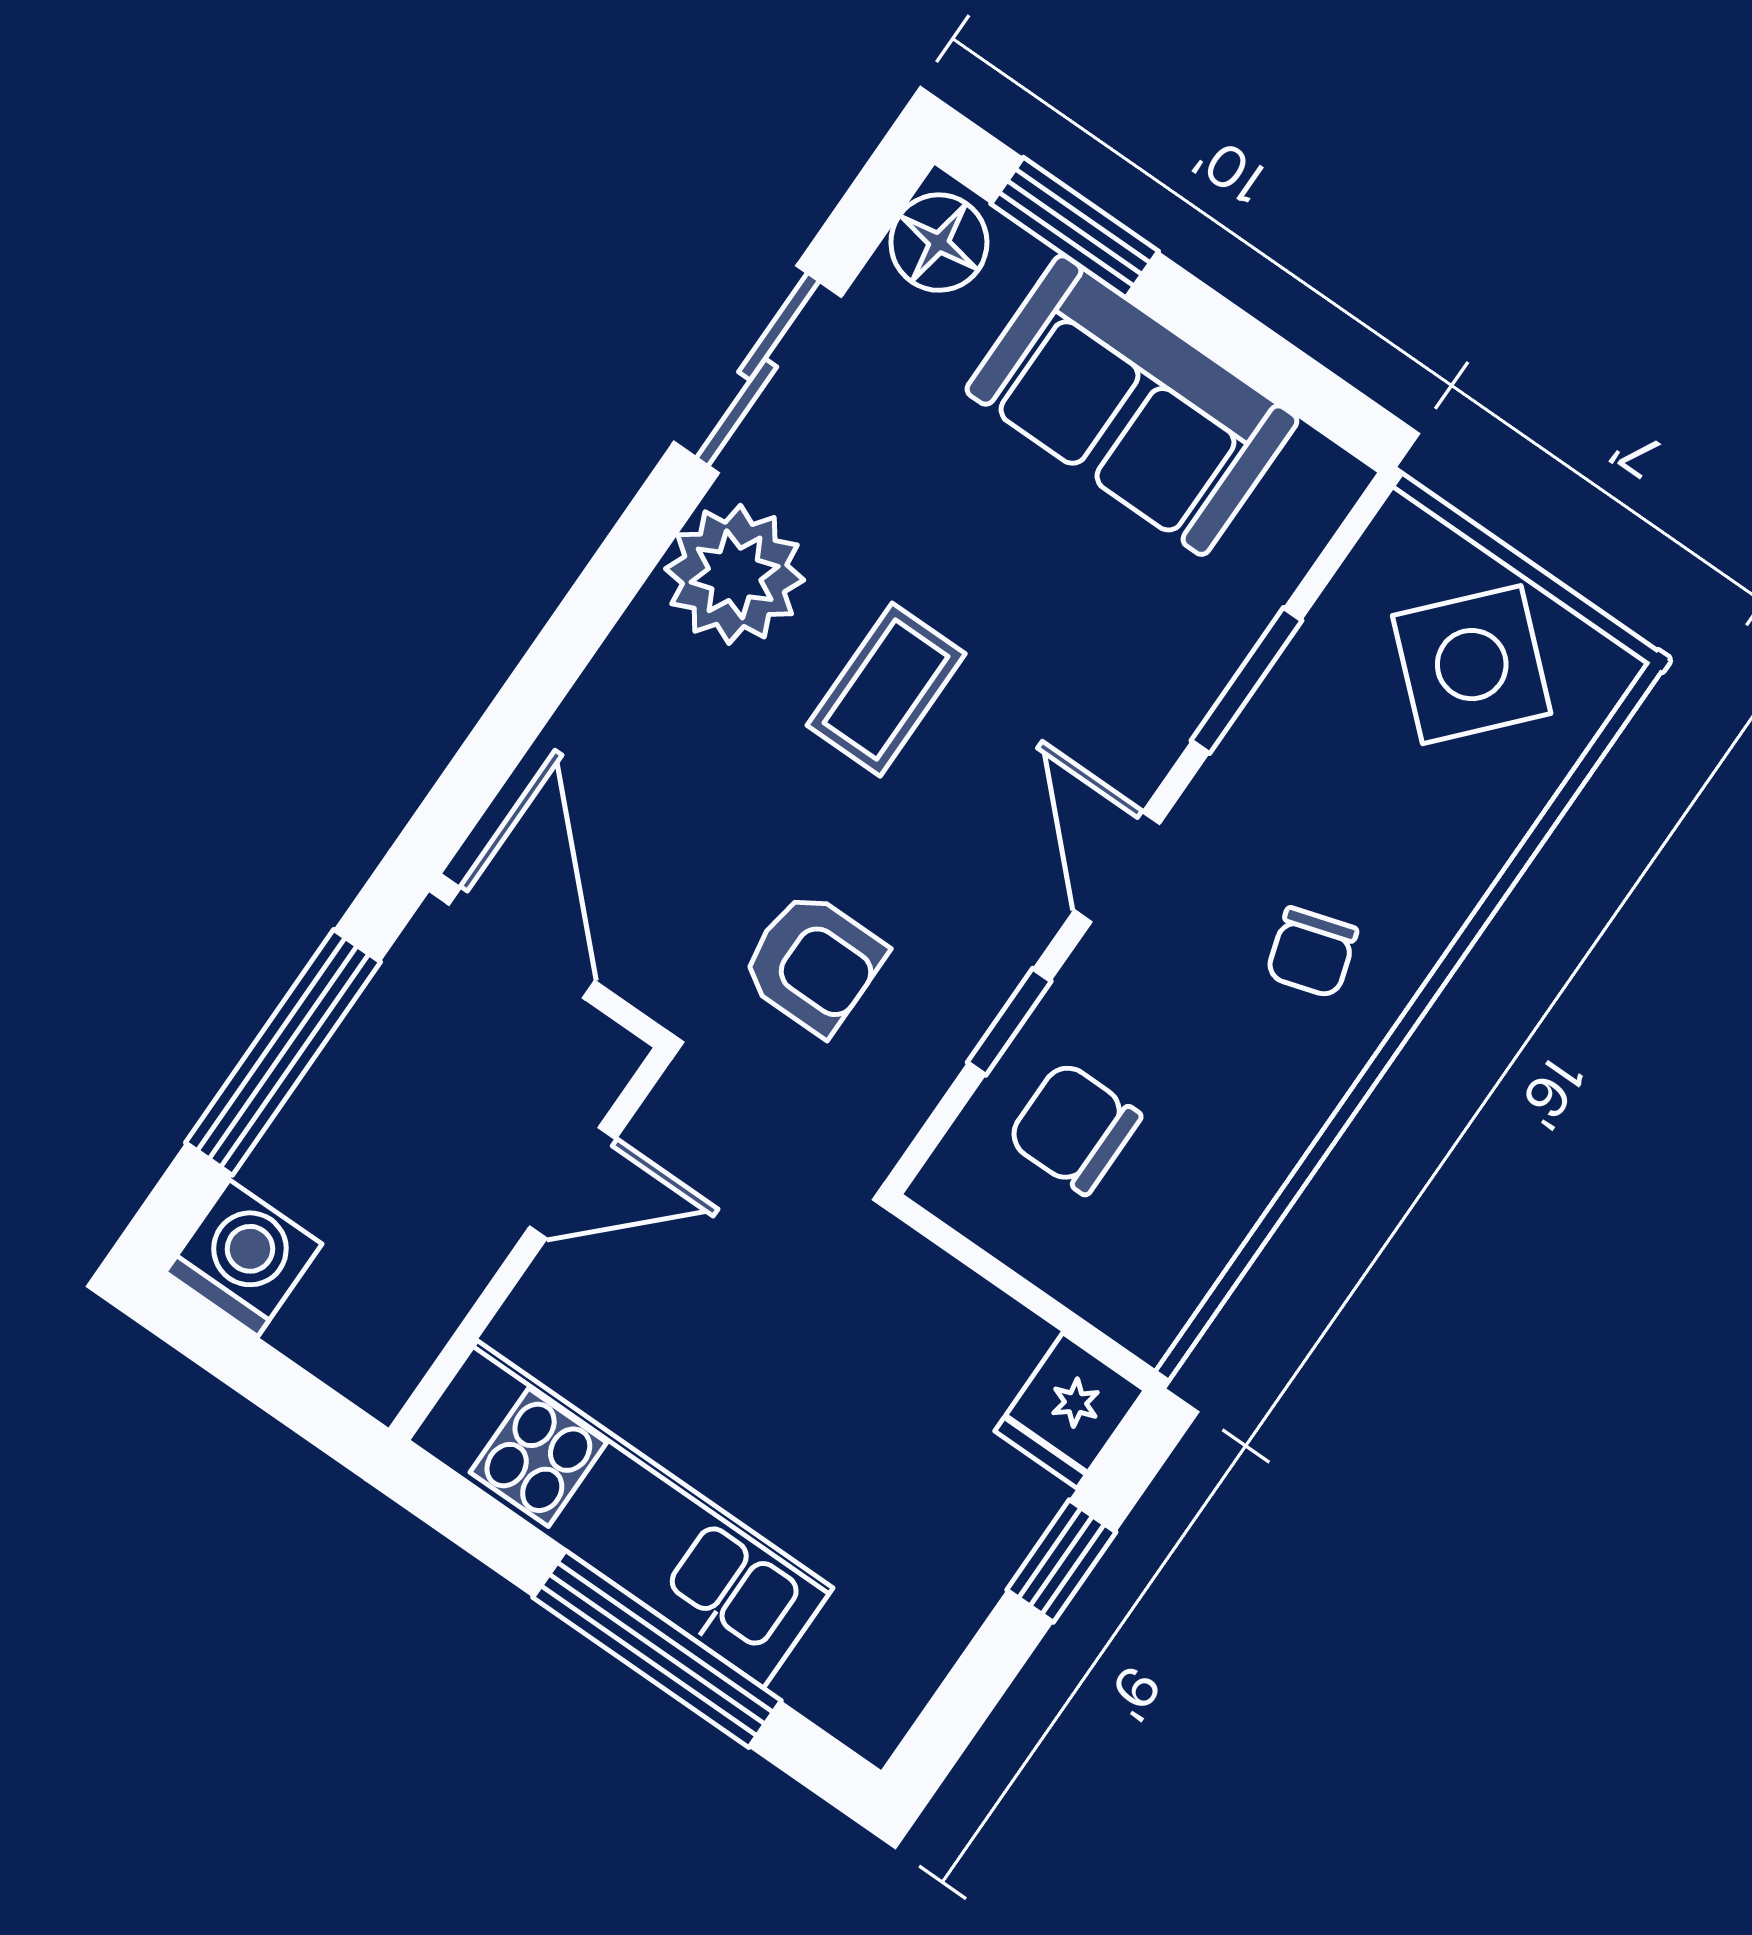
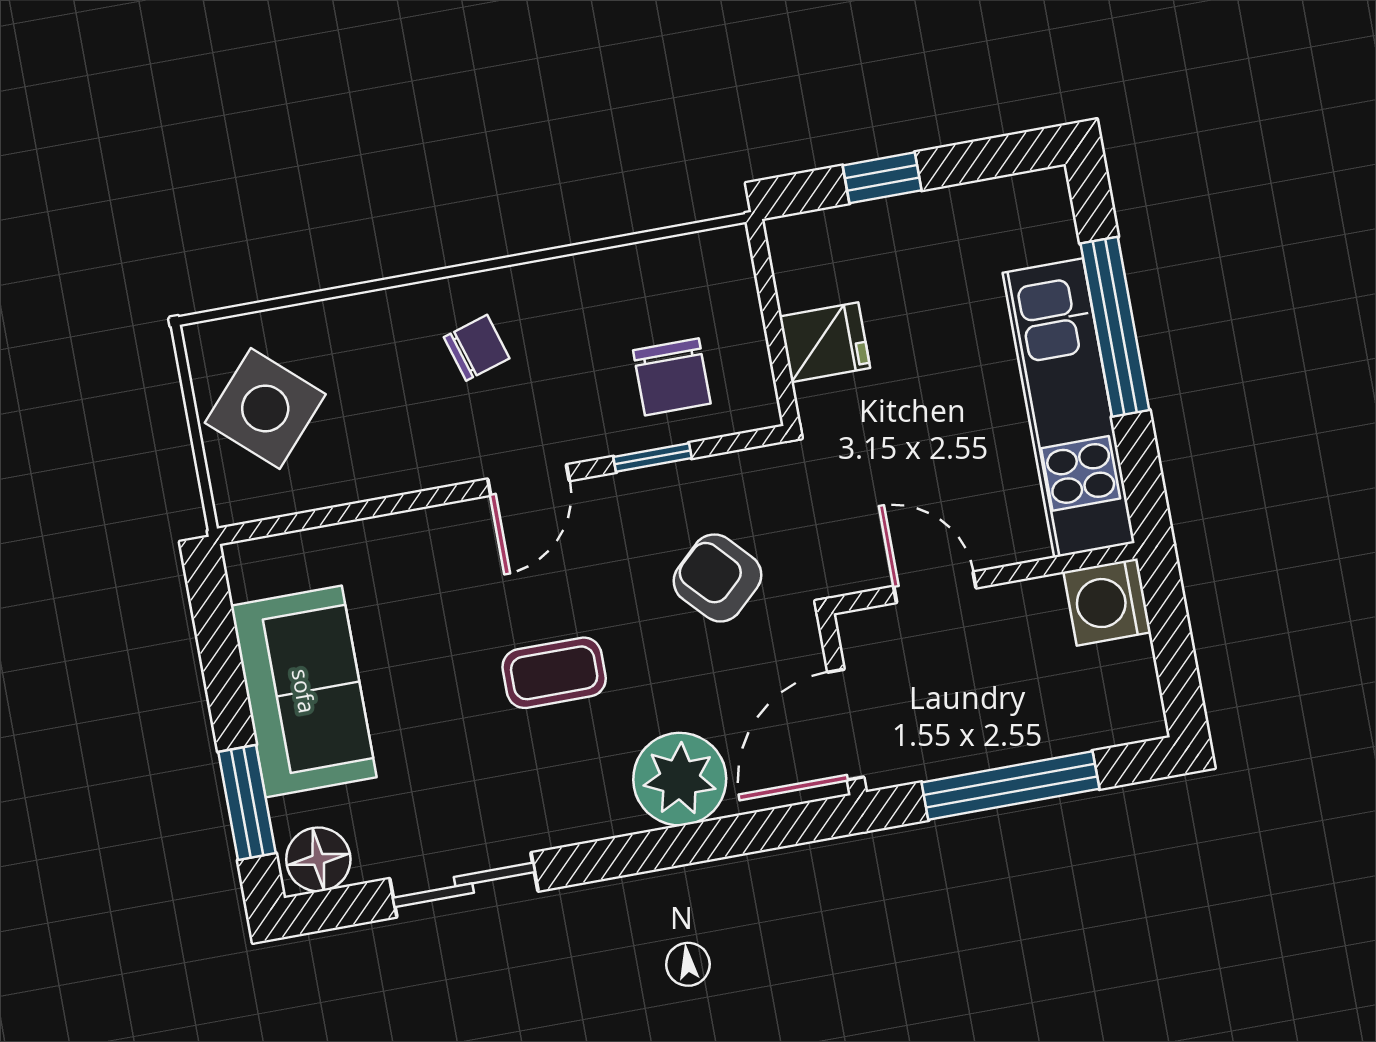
plant: (735, 574) -> (680, 779), moved
window: (1247, 680) -> (379, 507), removed
armchair: (813, 963) -> (717, 578), turned -43
washing machine: (244, 1258) -> (1107, 602), moved
fridge: (1070, 1411) -> (825, 342), moved

